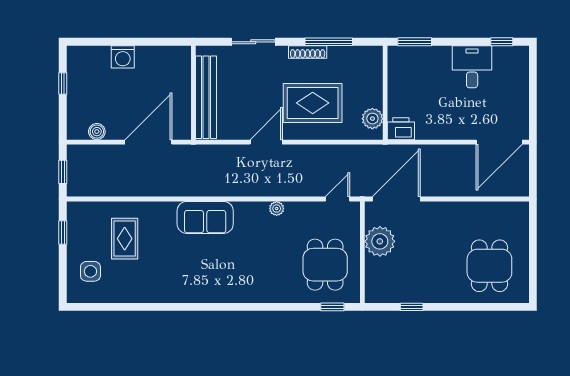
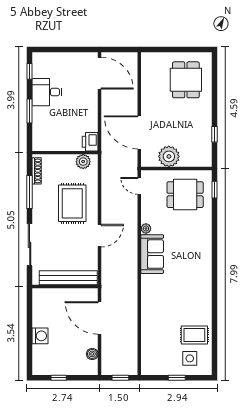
sliding door: (253, 42) -> (30, 245), width x1.37
window: (415, 42) -> (30, 111), moved
shoe rack: (308, 52) -> (37, 171), moved
door: (266, 142) -> (100, 236), swing flipped
door: (396, 199) -> (139, 132), moved
sofa: (205, 217) -> (152, 254), moved
window: (63, 232) -> (177, 378), moved
rug: (125, 239) -> (194, 335), moved
dining table: (489, 266) -> (186, 80), turned 90

